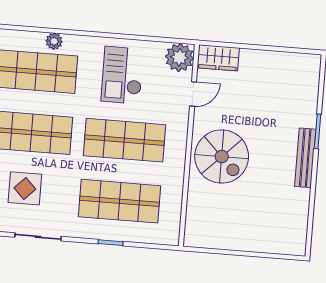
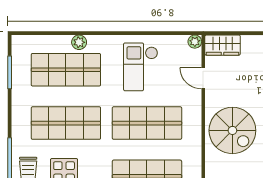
plant: (179, 57) -> (195, 42), width x0.53, depth x0.53
door: (193, 94) -> (203, 78), swing flipped

